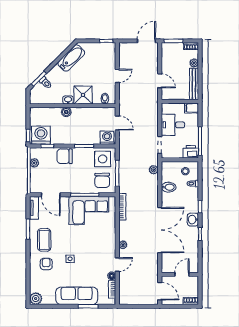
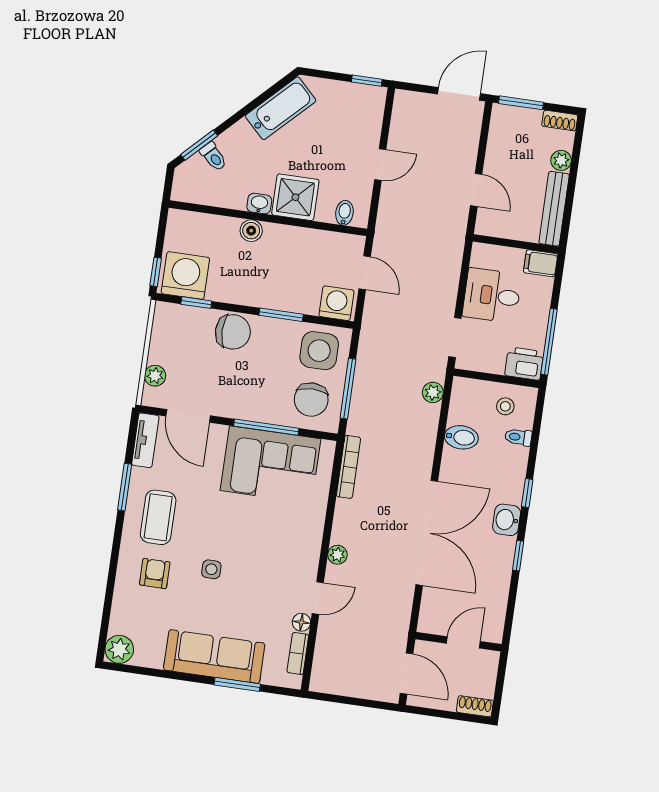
chair: (65, 156) -> (233, 332), turned 180
plant: (34, 163) -> (155, 376), moved

